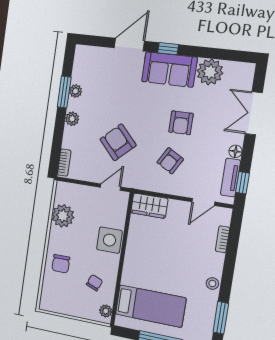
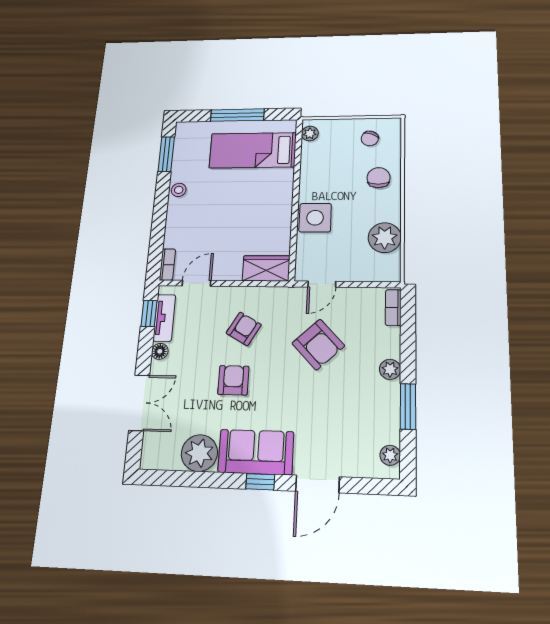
plant: (76, 91) -> (390, 455), moved
bookcase: (222, 239) -> (167, 265), moved
chair: (94, 283) -> (370, 138), moved

